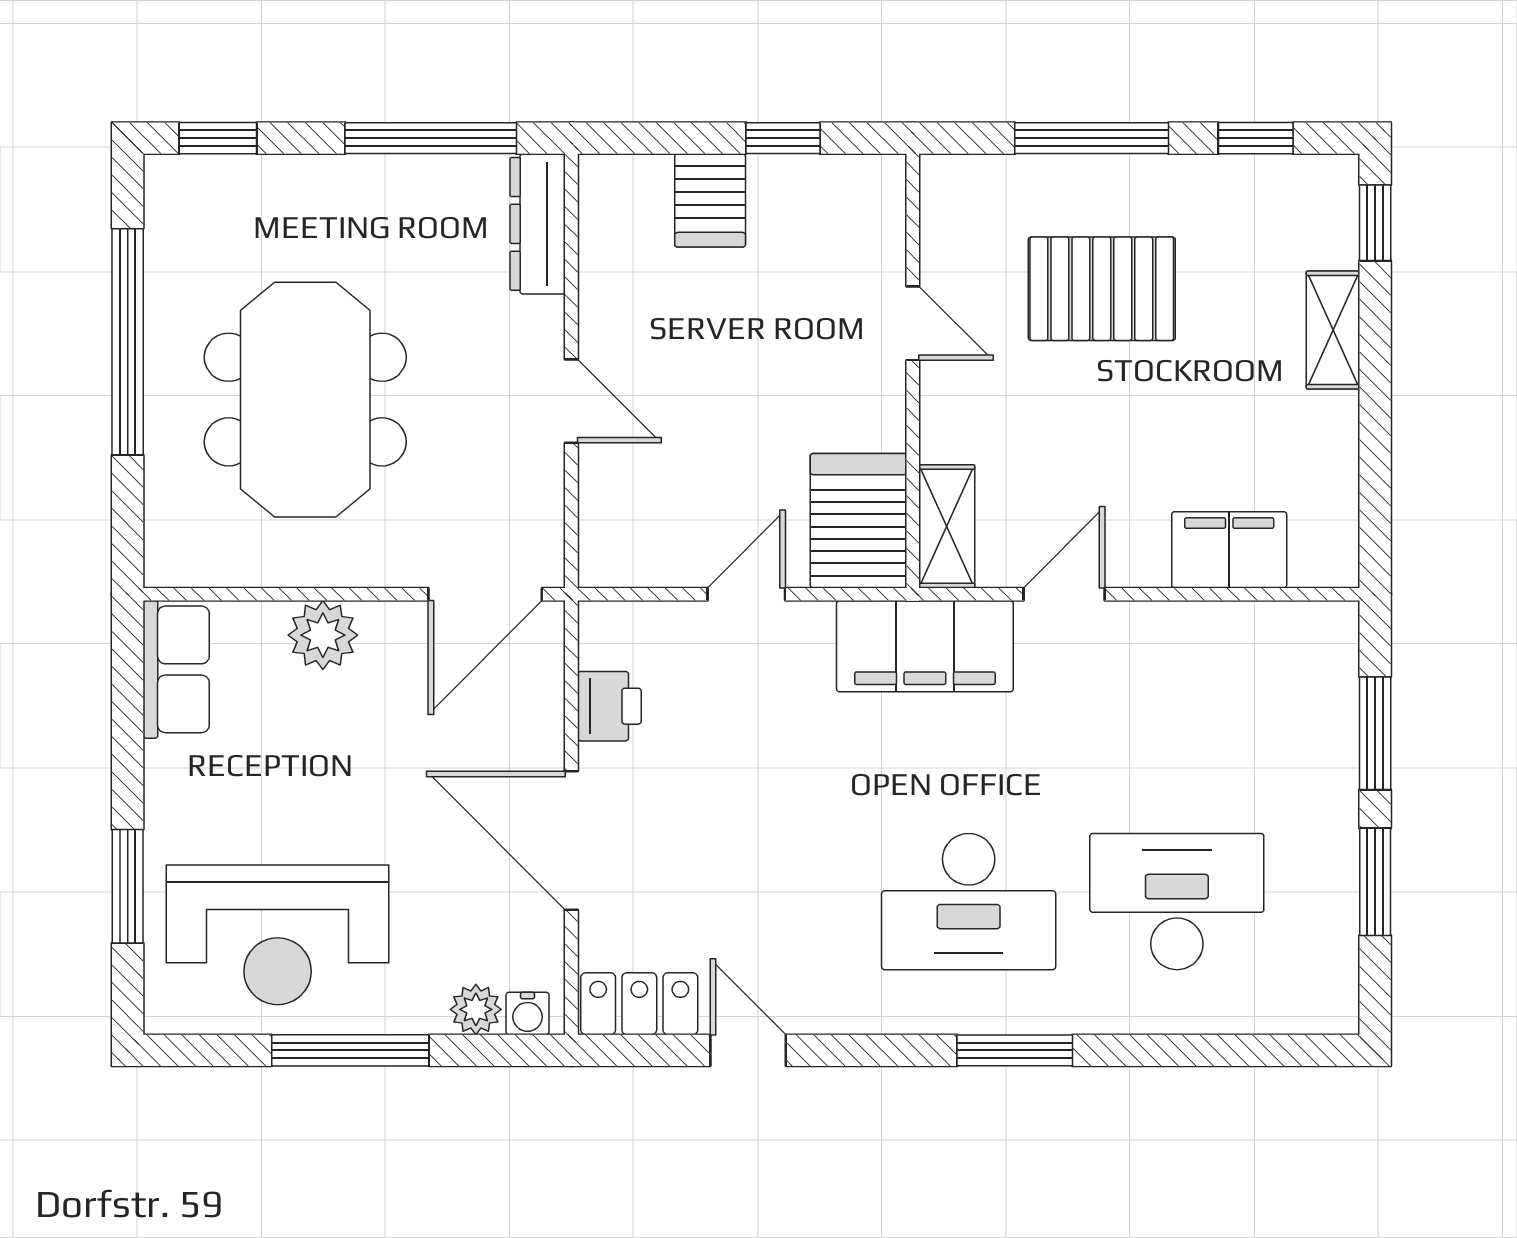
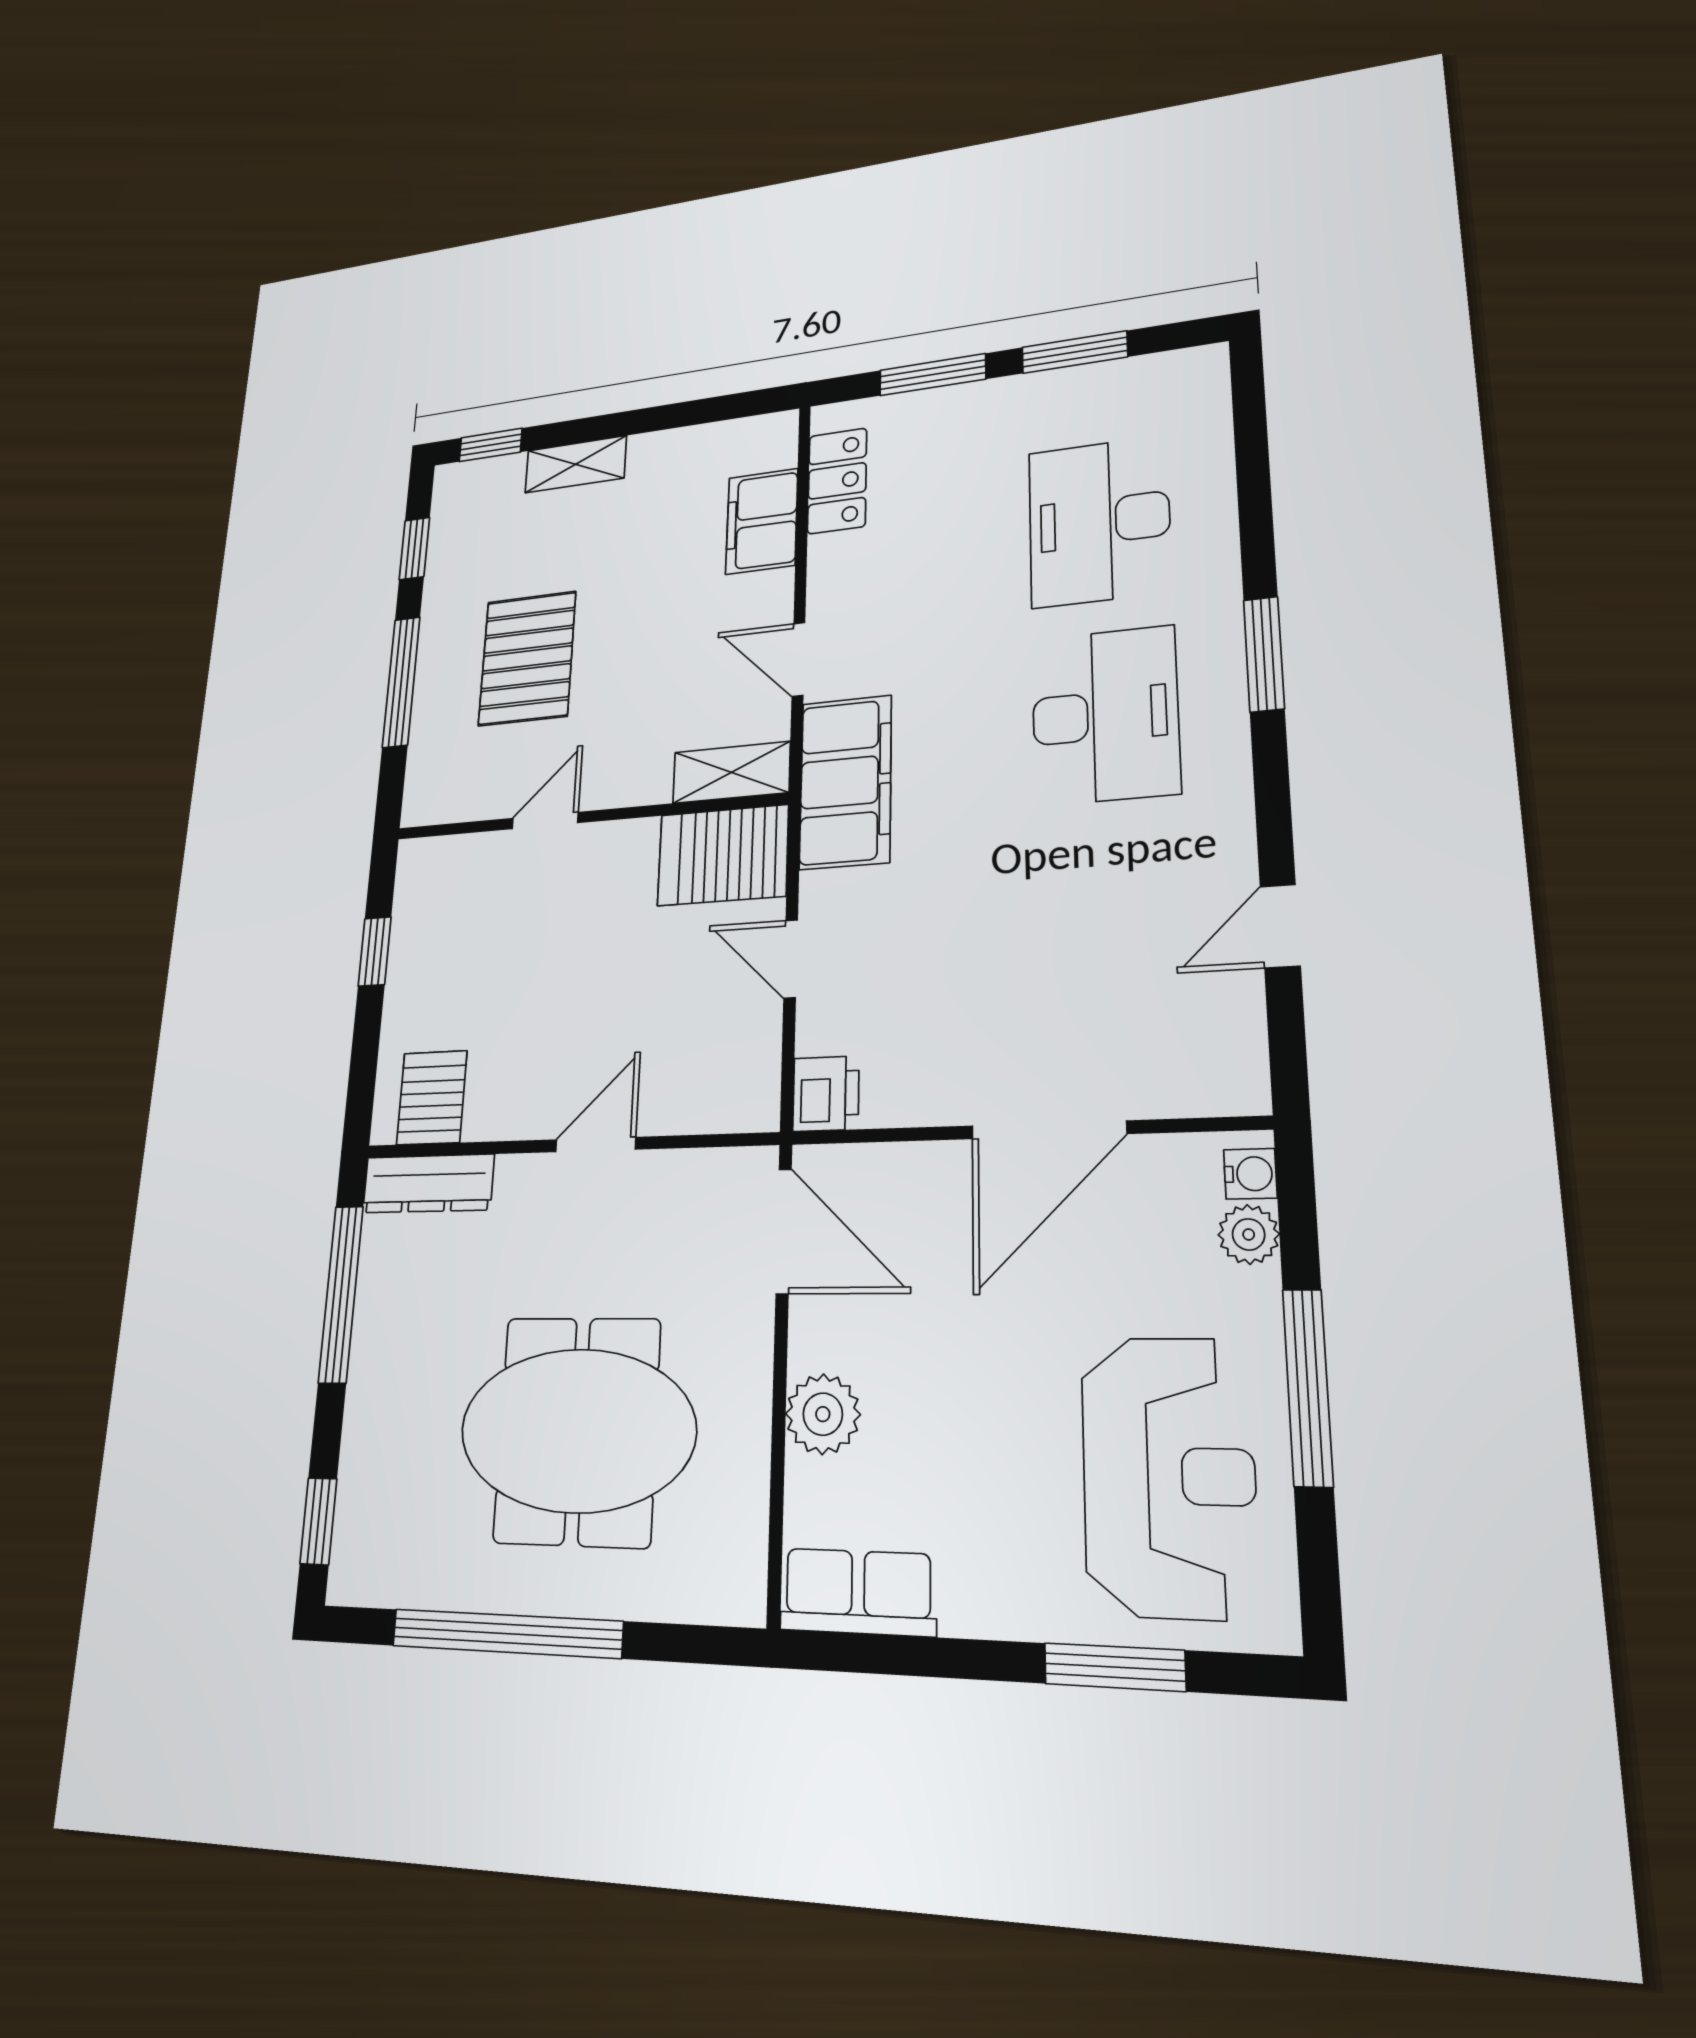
server rack: (710, 200) -> (432, 1098), moved, turned -90
printer: (609, 706) -> (826, 1094), moved, turned 90
locker: (639, 1004) -> (837, 481), moved, turned 180

